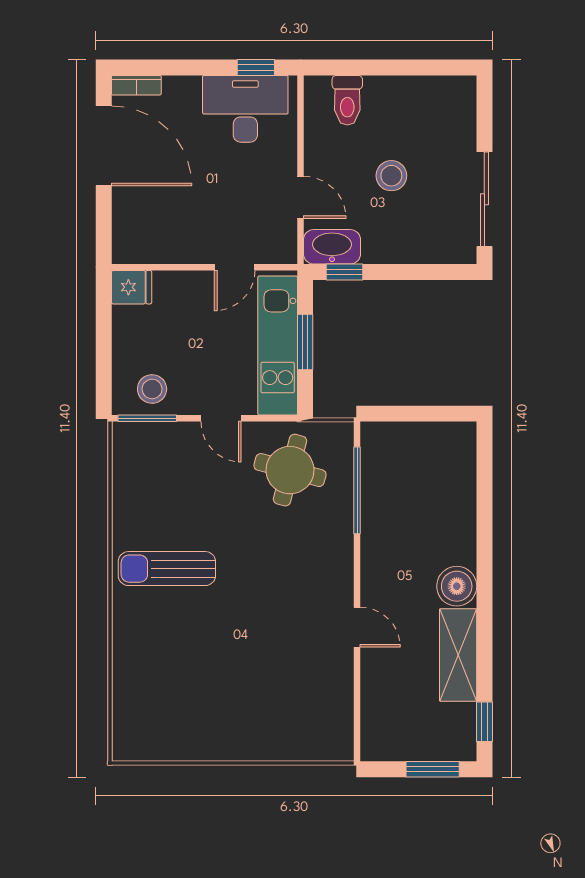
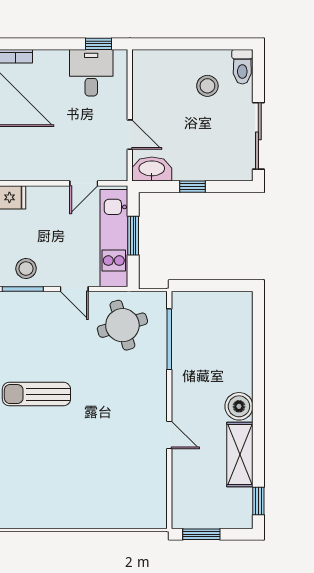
toilet: (347, 100) -> (242, 67), moved
desk: (245, 109) -> (91, 73), width x0.73
stool: (391, 176) -> (207, 86), moved
window: (345, 272) -> (192, 187), moved
round table: (290, 470) -> (122, 325), turned -32
window: (433, 769) -> (201, 534), moved

